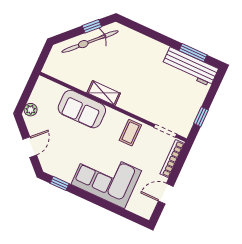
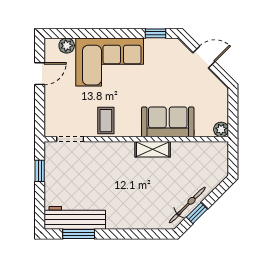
bicycle: (90, 42) -> (187, 205), width x0.73, depth x0.71
plant: (31, 110) -> (221, 129), moved
door: (30, 147) -> (204, 57), swing flipped
bookcase: (172, 159) -> (50, 113), removed
plant: (134, 206) -> (67, 46), added

